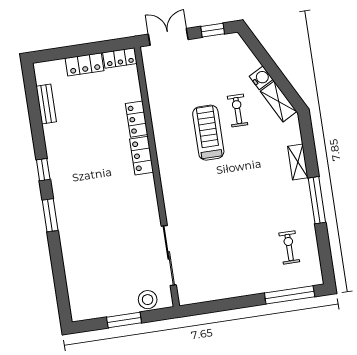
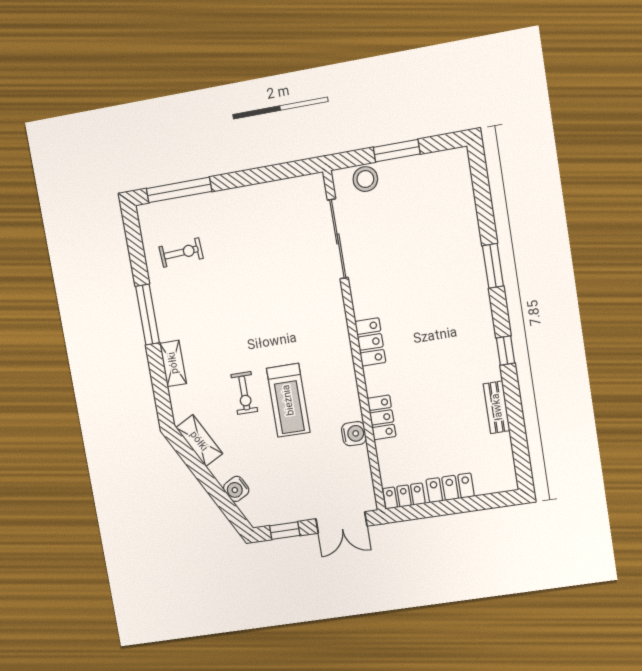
water cooler: (261, 78) -> (236, 489), moved
bench: (46, 104) -> (497, 407), moved
water cooler: (158, 107) -> (354, 434), added
exercise bike: (238, 111) -> (244, 393), moved
locker: (142, 156) -> (370, 342), moved
window: (50, 215) -> (493, 266), moved
exercise bike: (289, 247) -> (181, 253), turned -93

